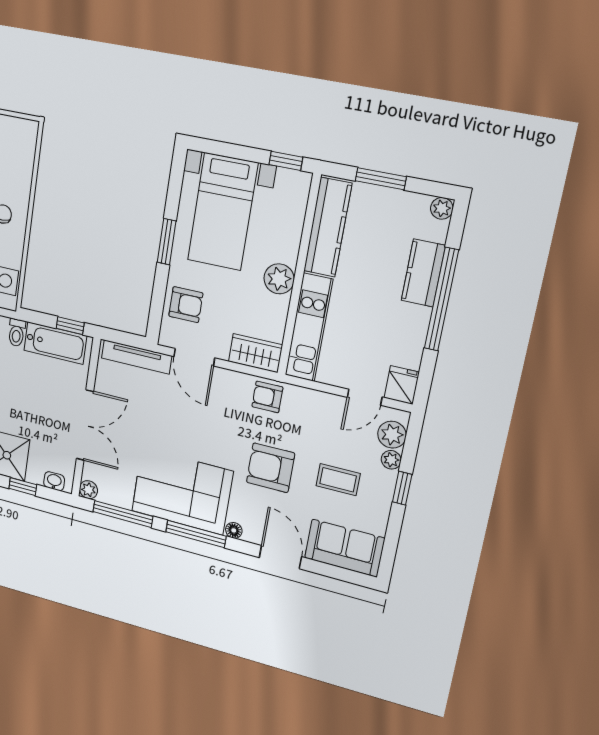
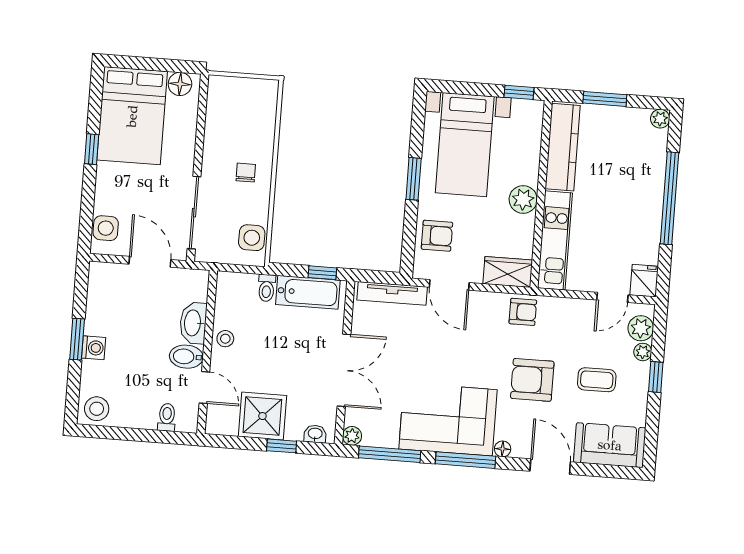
kitchen counter: (423, 273) -> (651, 177), removed
armchair: (267, 397) -> (523, 312), turned 180

